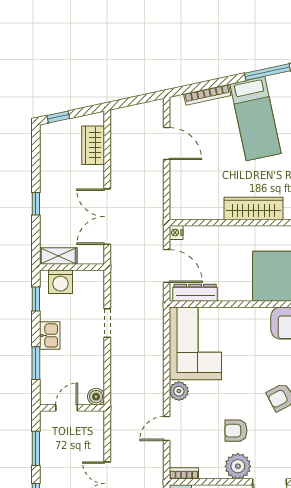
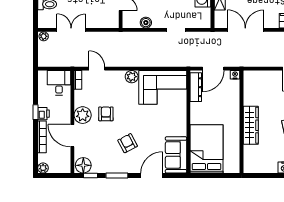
boiler: (96, 397) -> (146, 23), moved
door: (167, 429) -> (97, 69), moved

